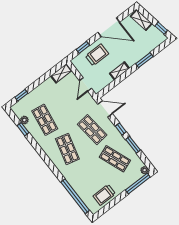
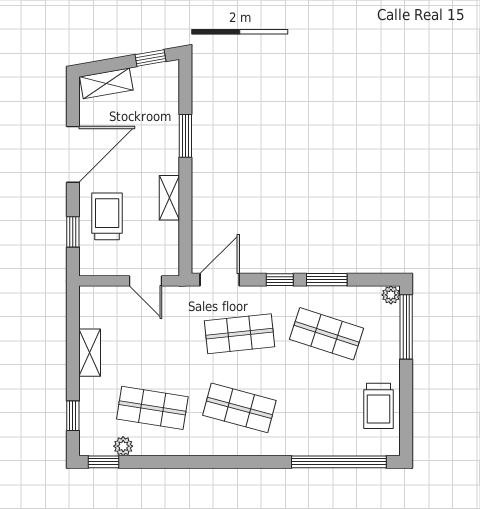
shelving: (61, 73) -> (90, 353), moved
window: (23, 129) -> (103, 462), moved
shop shelf: (115, 159) -> (327, 334), turned 39

